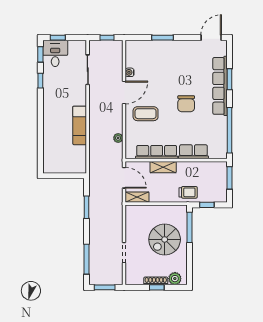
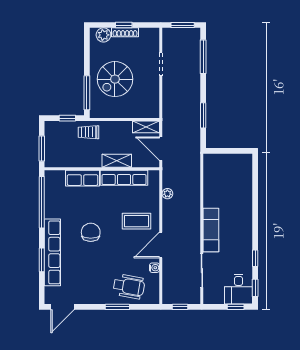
wheelchair: (152, 56) -> (129, 286), added
exam couch: (80, 125) -> (211, 230), moved
spiral stairs: (165, 239) -> (115, 79), turned 180

